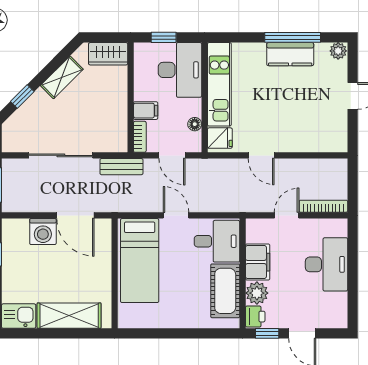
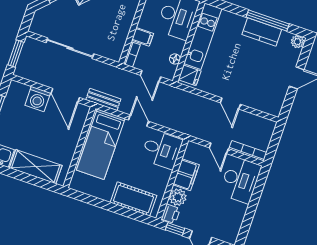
door: (261, 155) -> (230, 103), moved
bench: (121, 167) -> (103, 99), moved
door: (287, 215) -> (219, 148), swing flipped
desk: (327, 264) -> (240, 180), moved
cot: (225, 291) -> (134, 199), moved, turned 90

